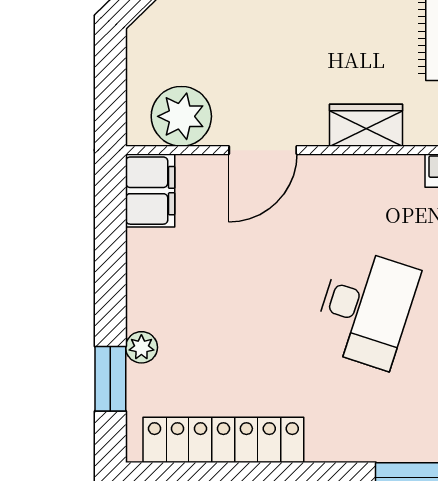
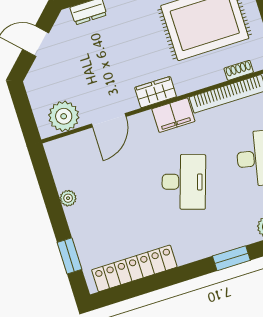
filing cabinet: (150, 191) -> (173, 115), moved, turned 90
plant: (141, 347) -> (68, 198), moved

